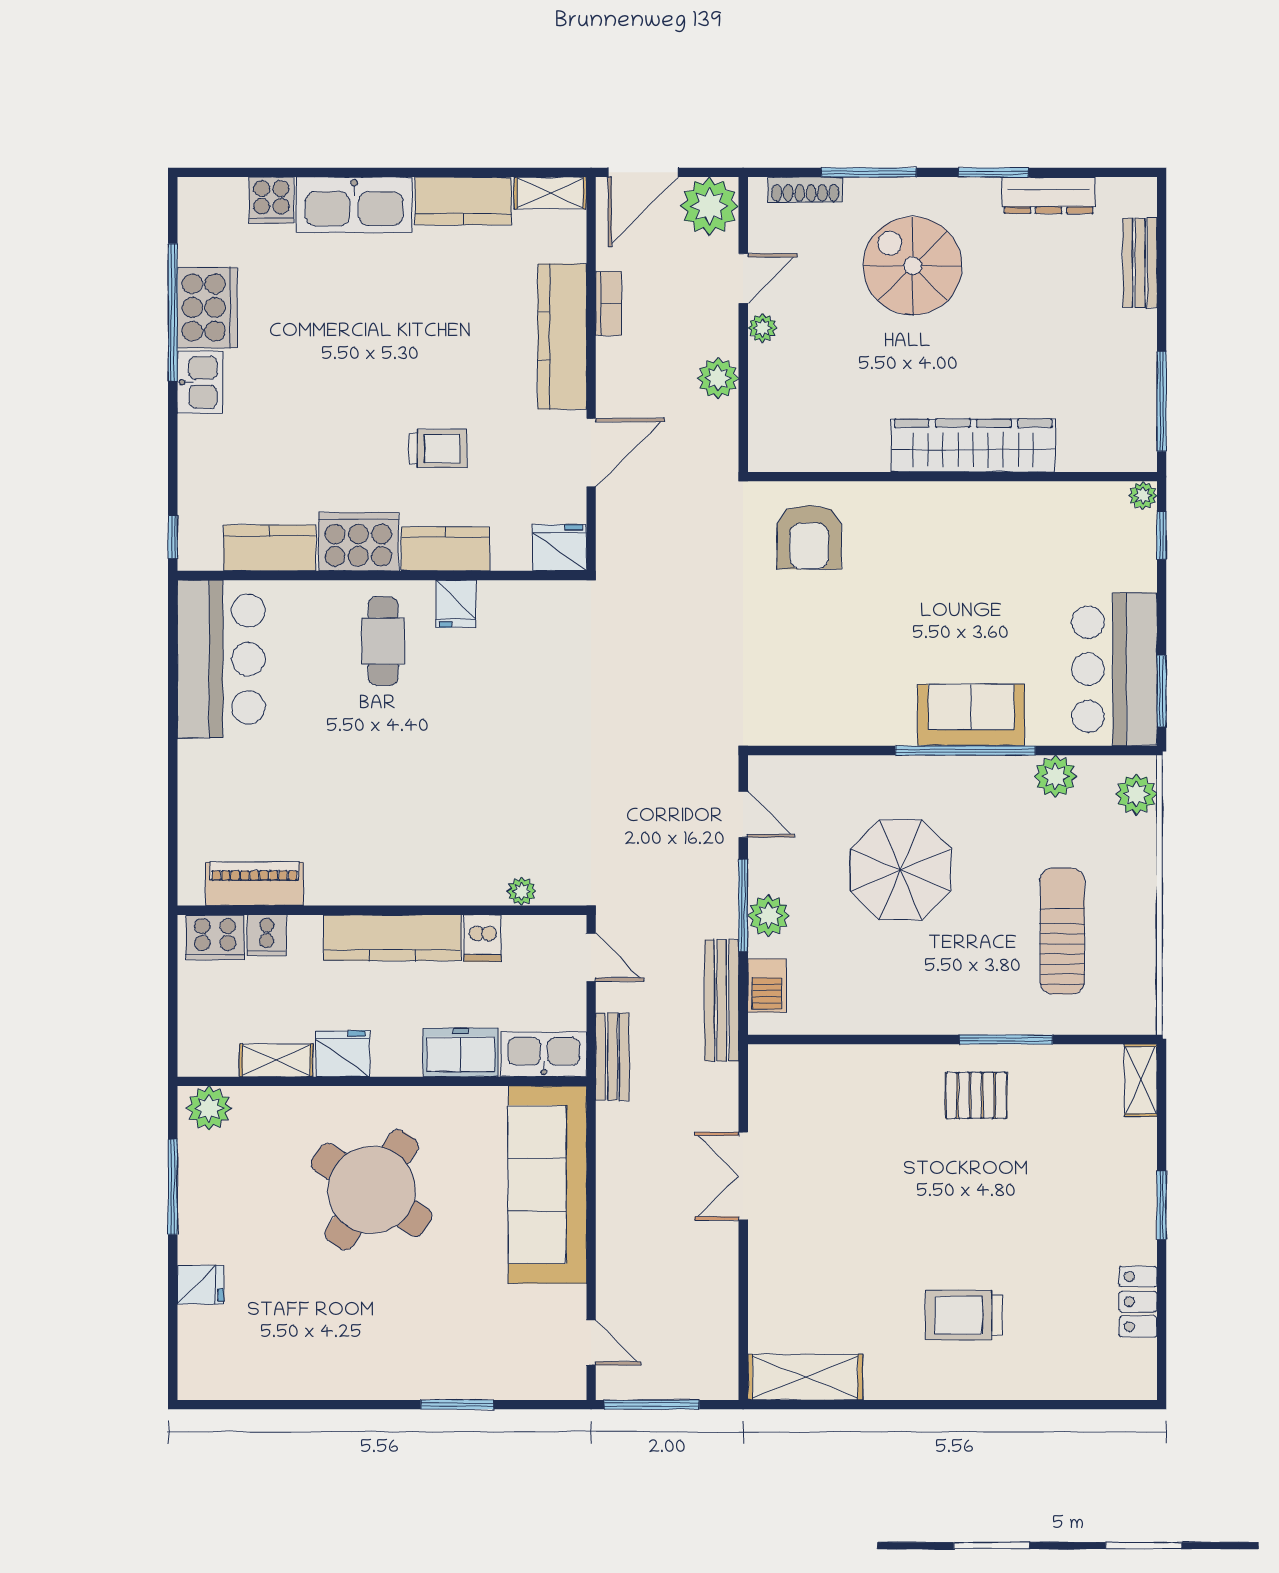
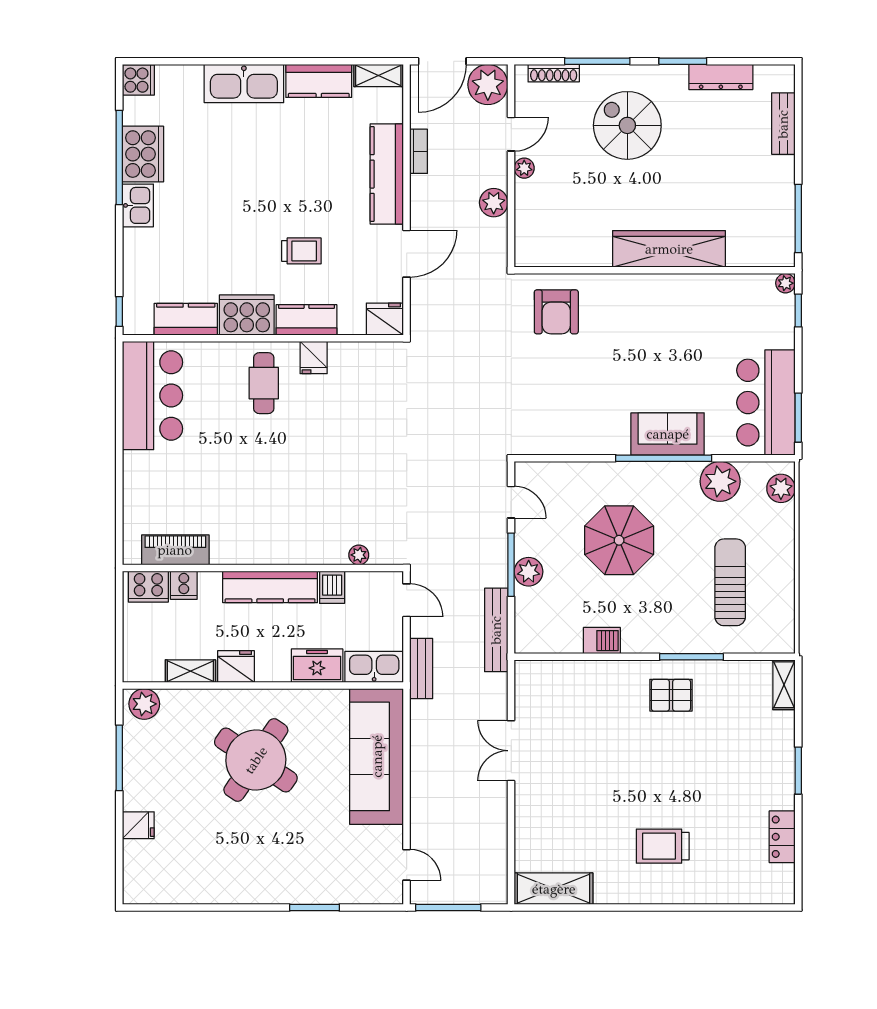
cooker: (271, 200) -> (138, 80), moved, turned -90
plant: (1055, 776) -> (720, 481), width x1.36, depth x1.36
barbecue: (767, 985) -> (602, 641), moved, turned -90

